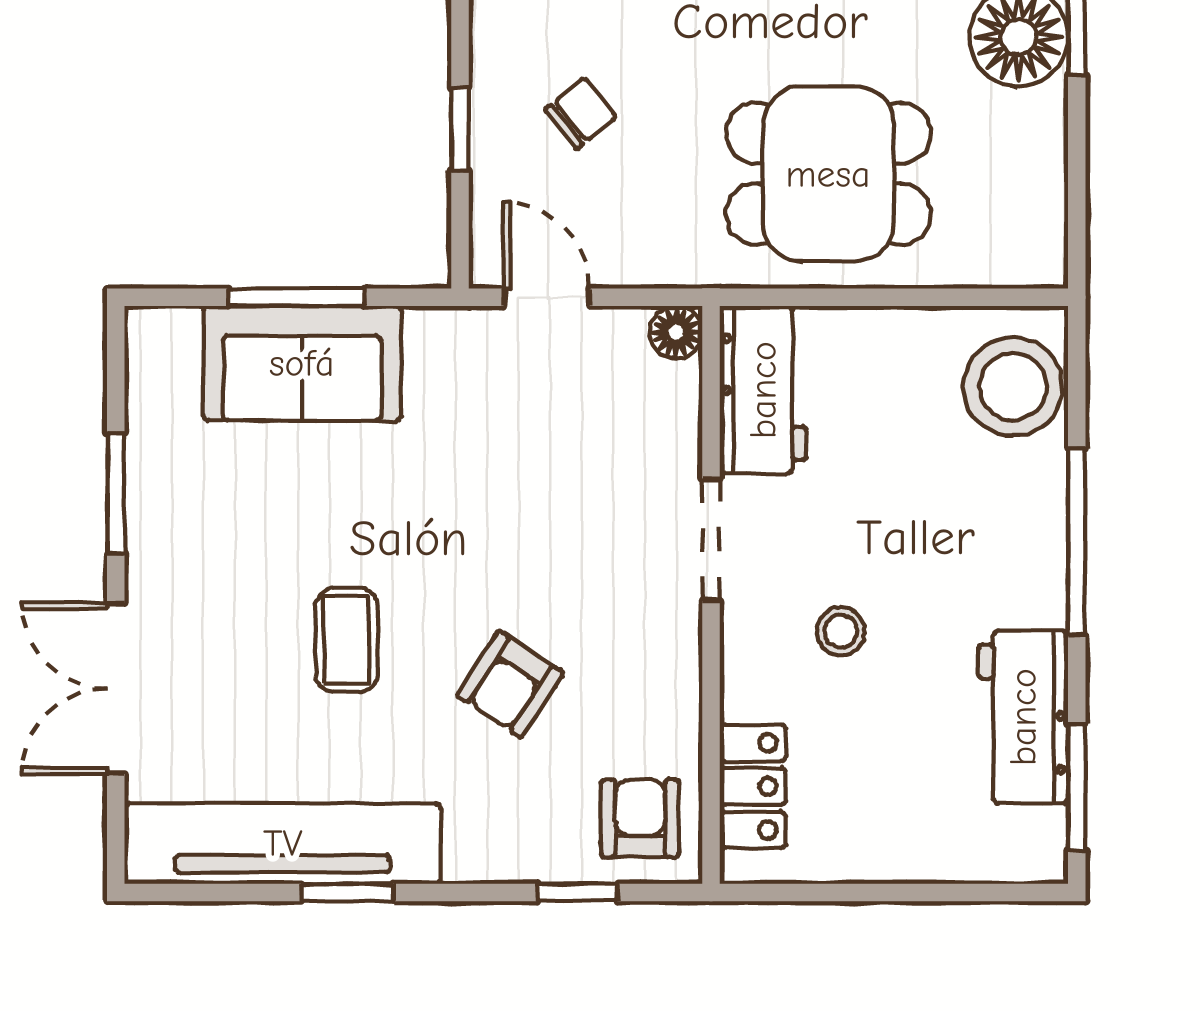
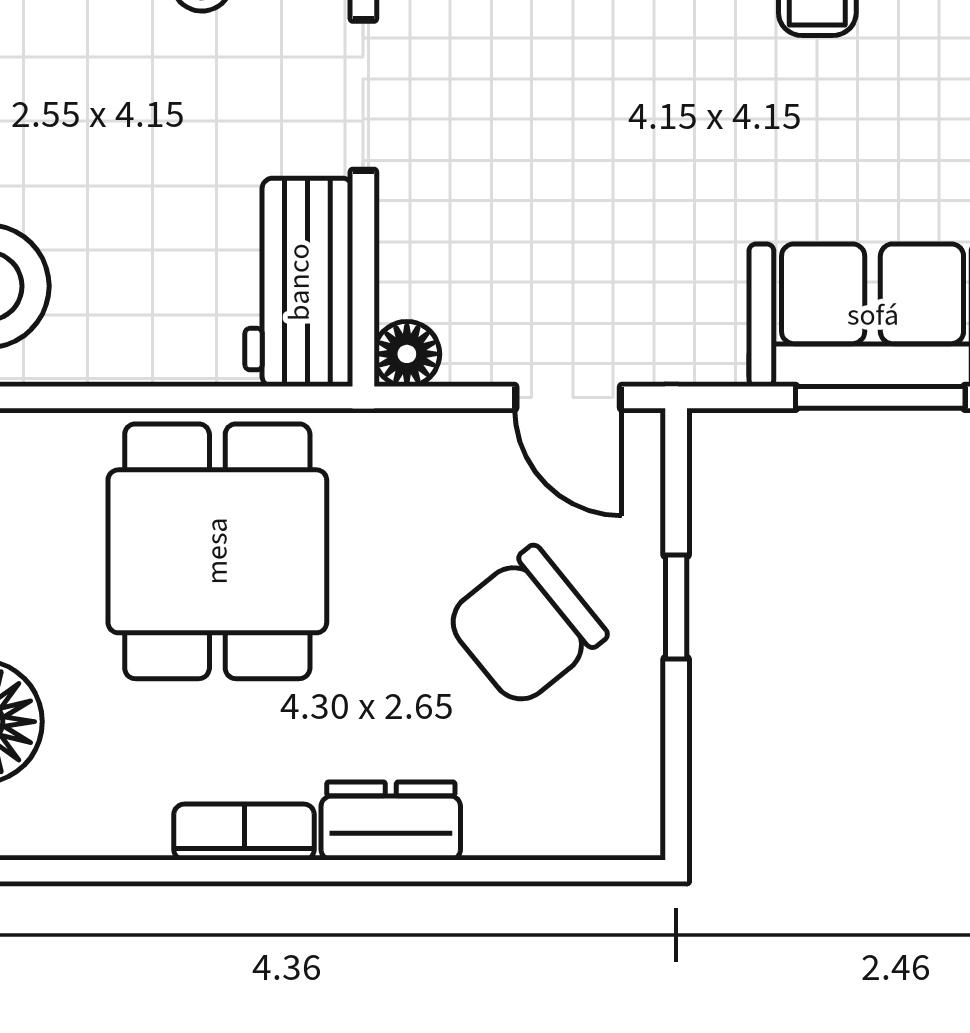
chair: (581, 113) -> (526, 627), width x1.87, depth x1.87
dining table: (828, 174) -> (217, 551), turned 90

